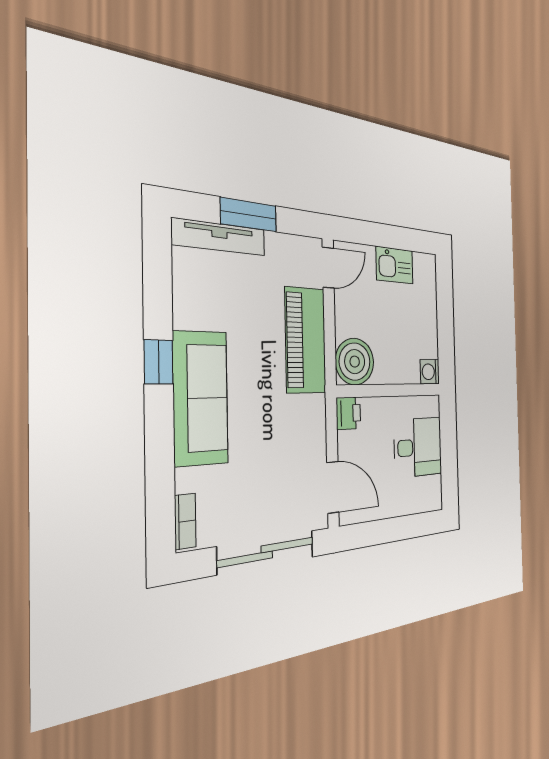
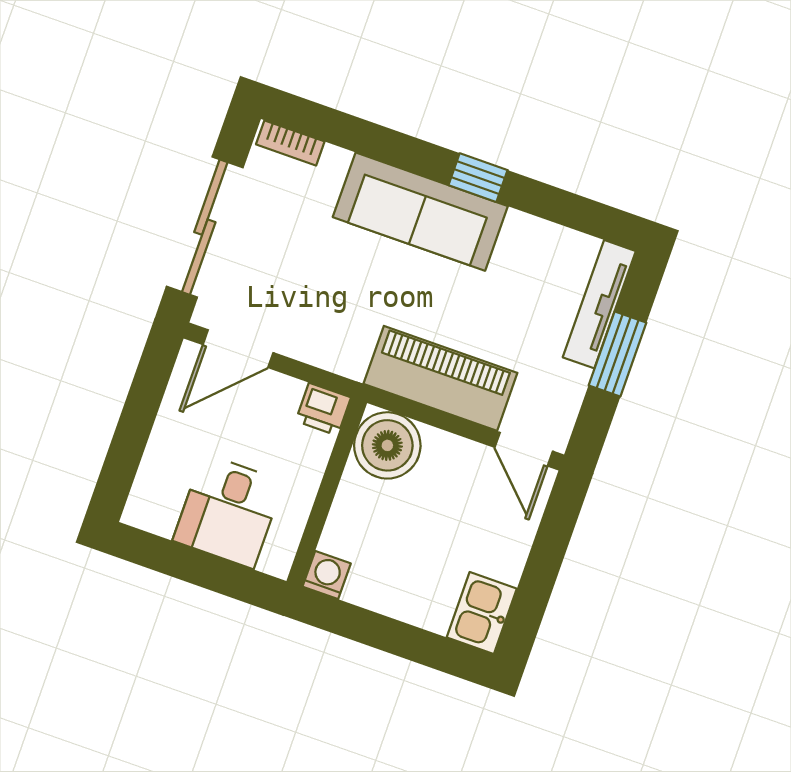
kitchen sink: (395, 265) -> (482, 613), moved

